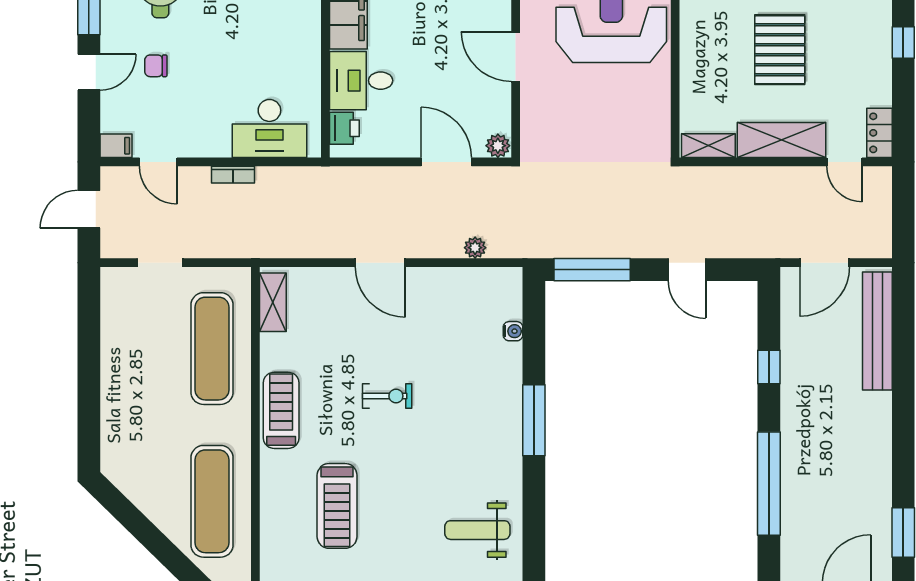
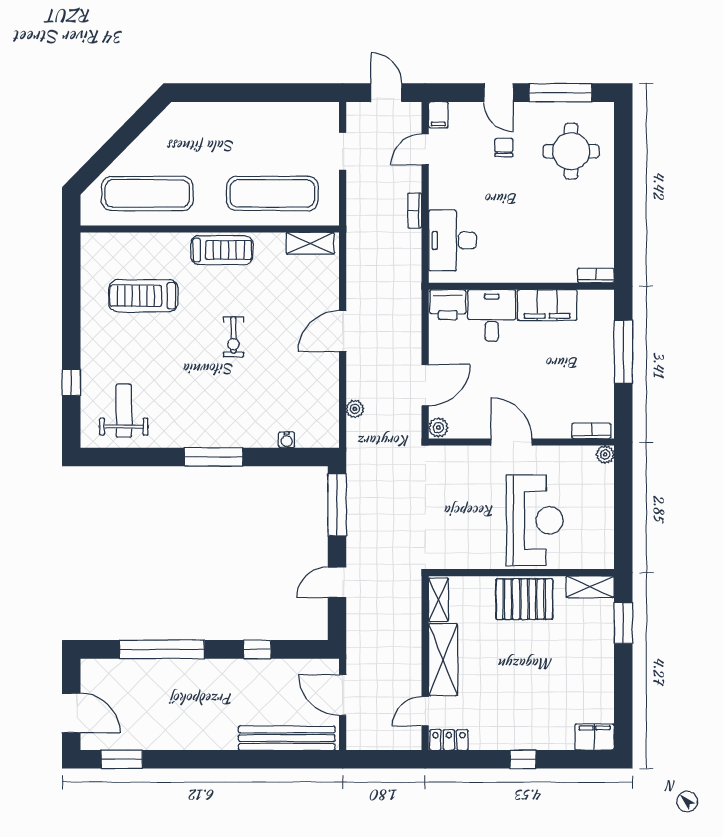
pallet: (780, 50) -> (524, 599), moved
door: (516, 57) -> (511, 442), hinge flipped
printer: (344, 128) -> (448, 305), width x1.36, depth x1.24

